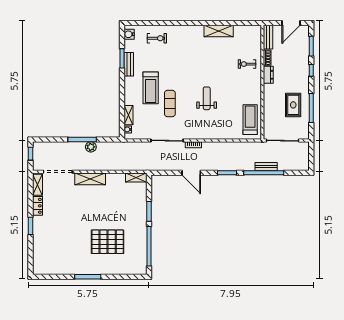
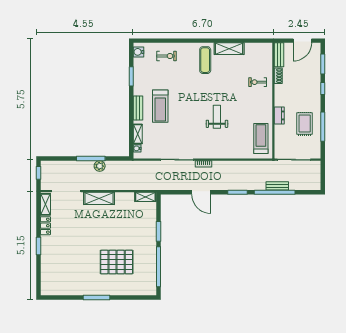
bench: (129, 64) -> (138, 108), moved
dresser: (268, 75) -> (279, 115), moved
exercise mat: (170, 103) -> (205, 60), moved

